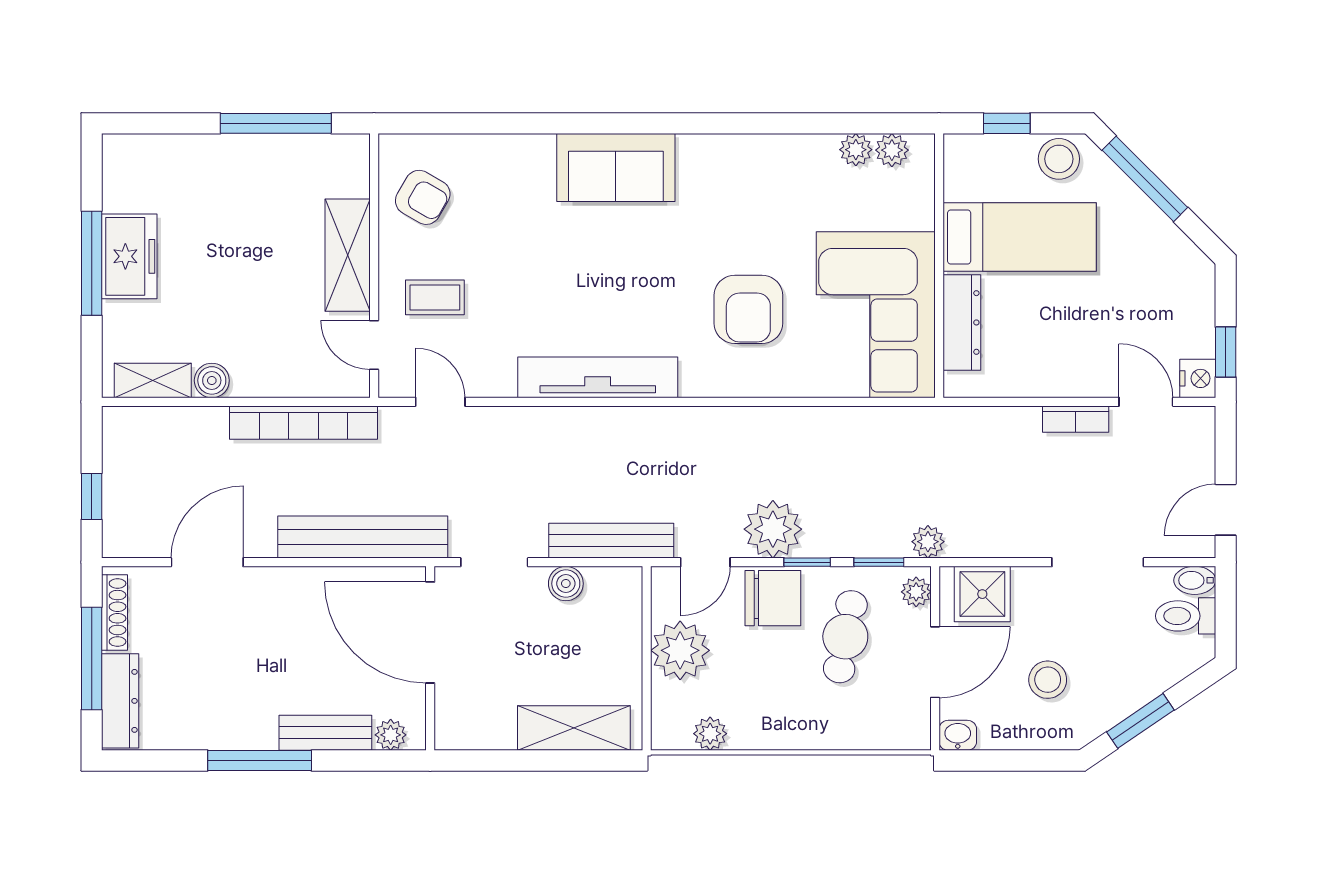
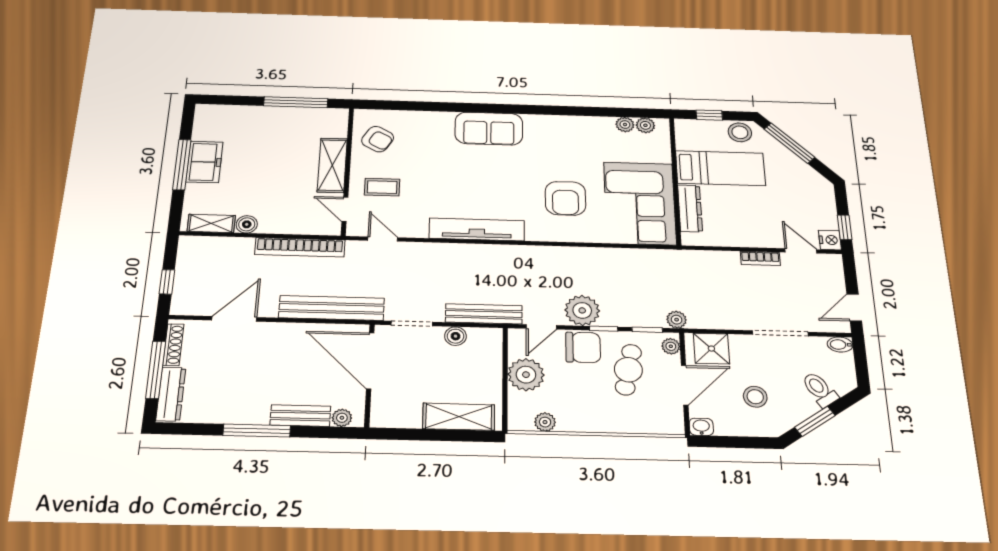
toilet: (1186, 616) -> (820, 390), moved, turned 56

